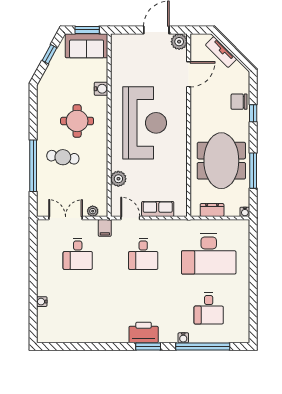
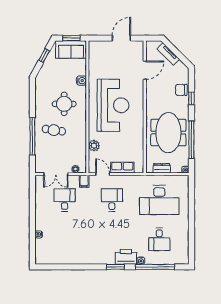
plant: (179, 42) -> (138, 47), removed
window: (253, 171) -> (191, 140), width x1.46
double door: (66, 218) -> (56, 174), swing flipped
desk: (78, 254) -> (65, 200), turned 180
desk: (143, 254) -> (112, 200), turned 180
printer: (144, 332) -> (126, 257), moved

